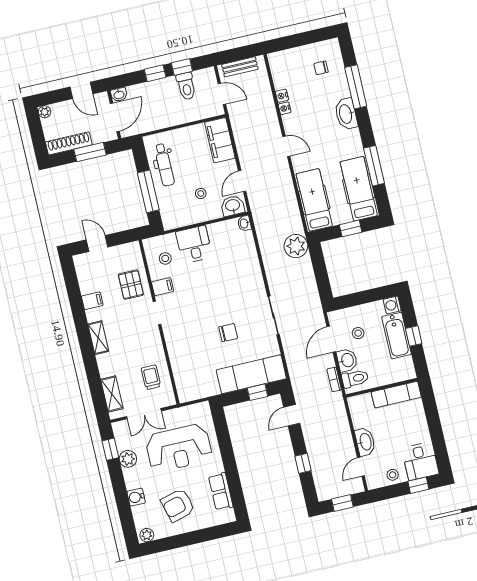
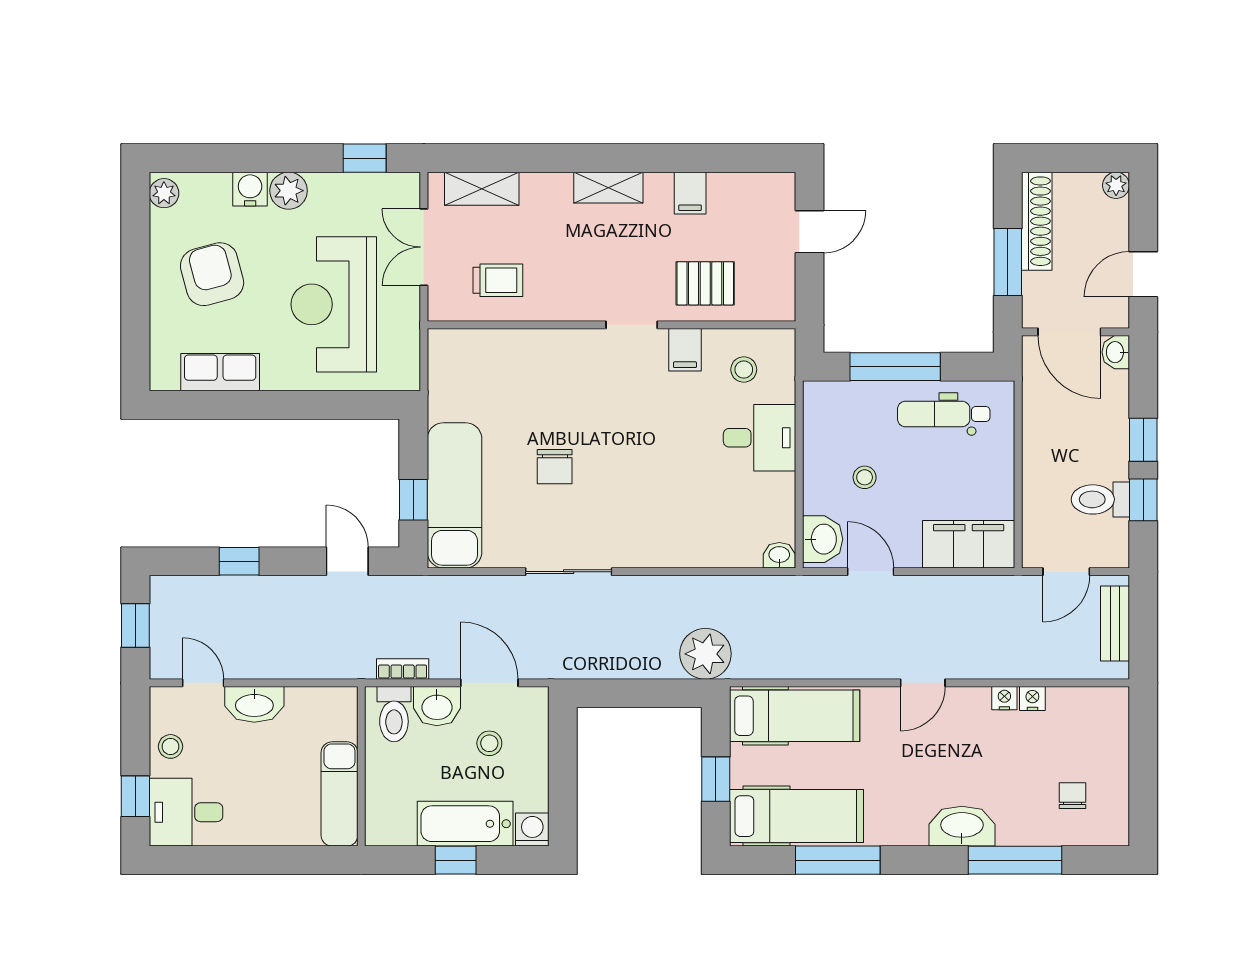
plant: (128, 459) -> (289, 191), moved

